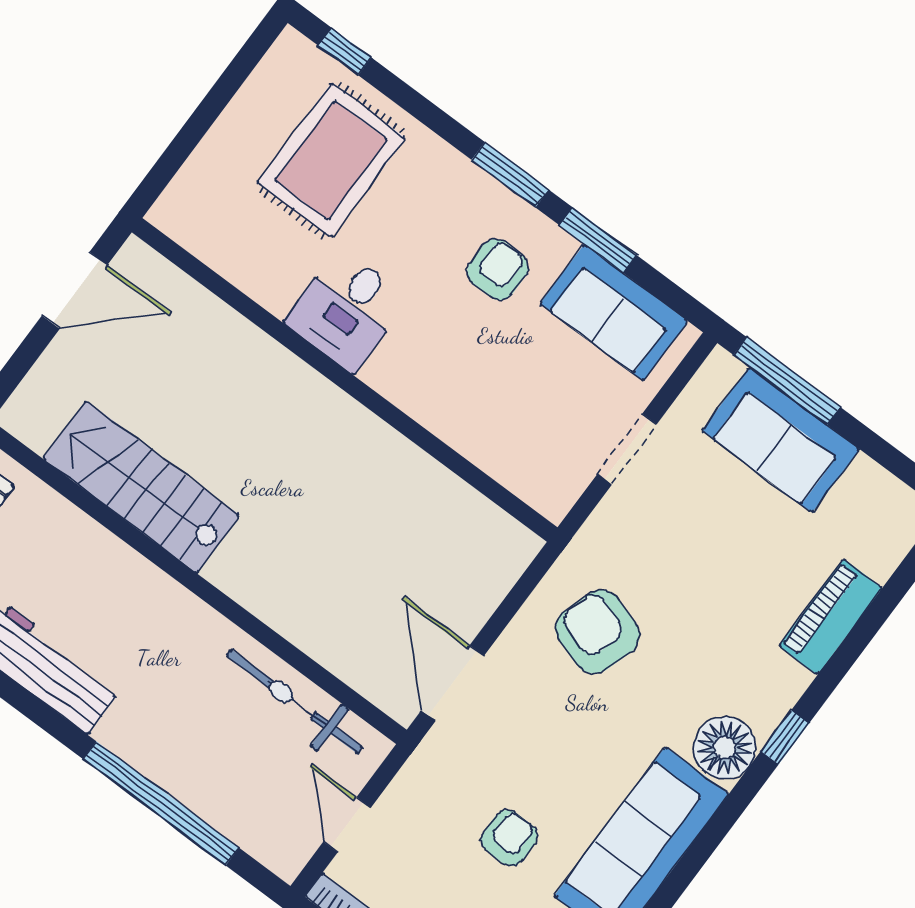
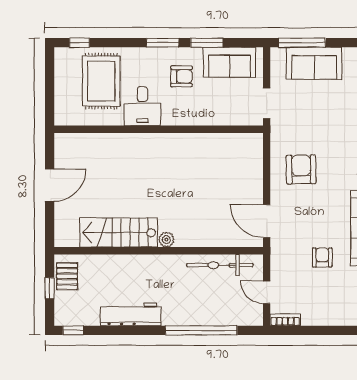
armchair: (498, 270) -> (181, 76), turned 90
desk: (347, 310) -> (142, 106), moved
wall: (345, 380) -> (159, 129), moved
plant: (226, 572) -> (166, 240), added
armchair: (598, 632) -> (301, 169), turned 71

